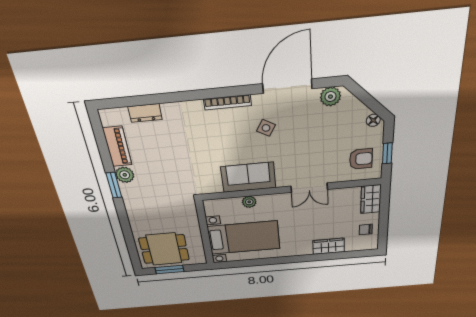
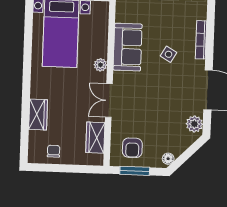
side table: (266, 128) -> (169, 54), moved
window: (387, 153) -> (135, 171), width x1.50
wardrobe: (371, 199) -> (95, 138), moved, turned -90
plant: (249, 202) -> (100, 65), moved

